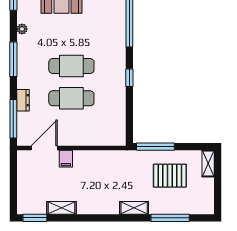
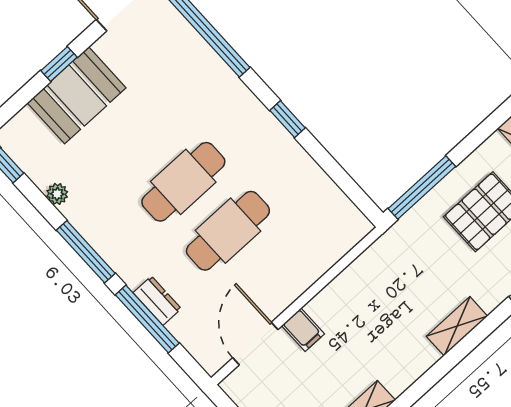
window: (13, 119) -> (147, 319), moved
shelving: (134, 208) -> (457, 326), moved

